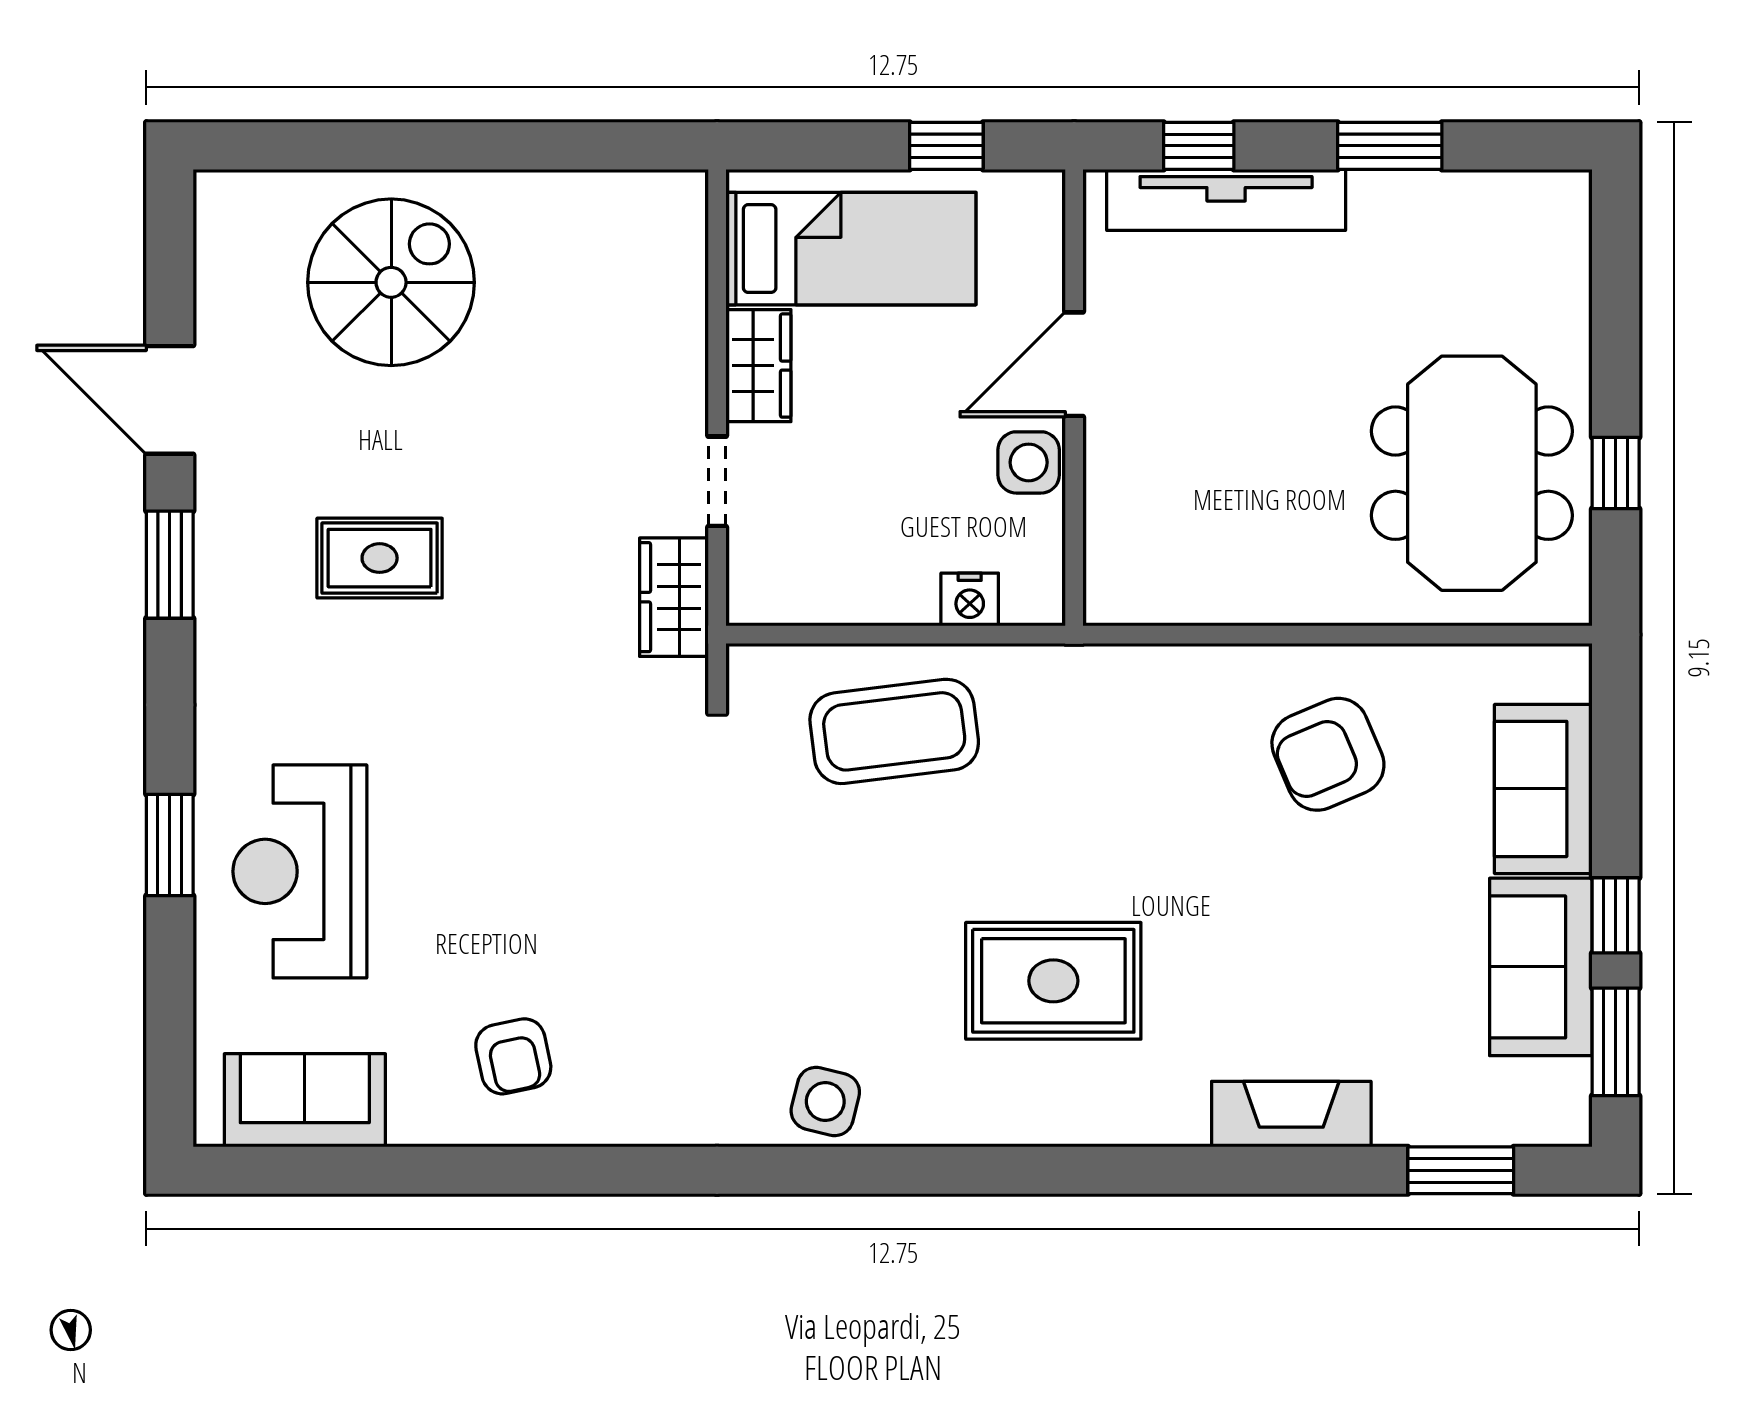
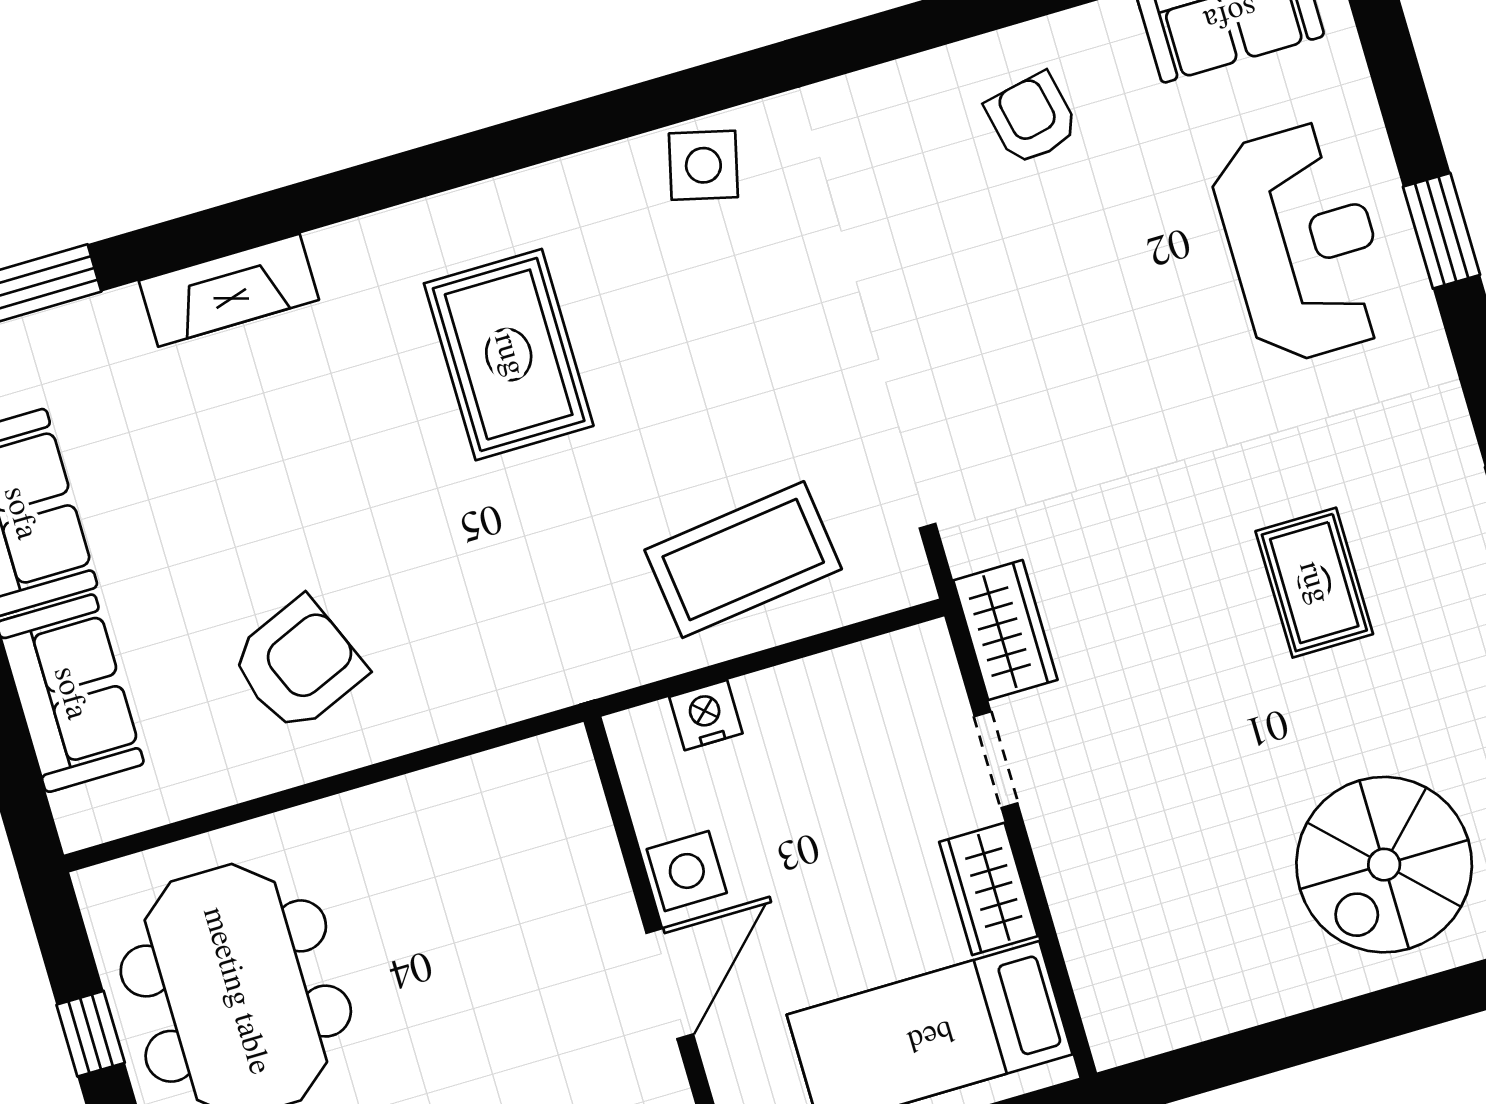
rug: (380, 558) -> (1314, 583), turned 90
rug: (1053, 981) -> (509, 355), turned 90

